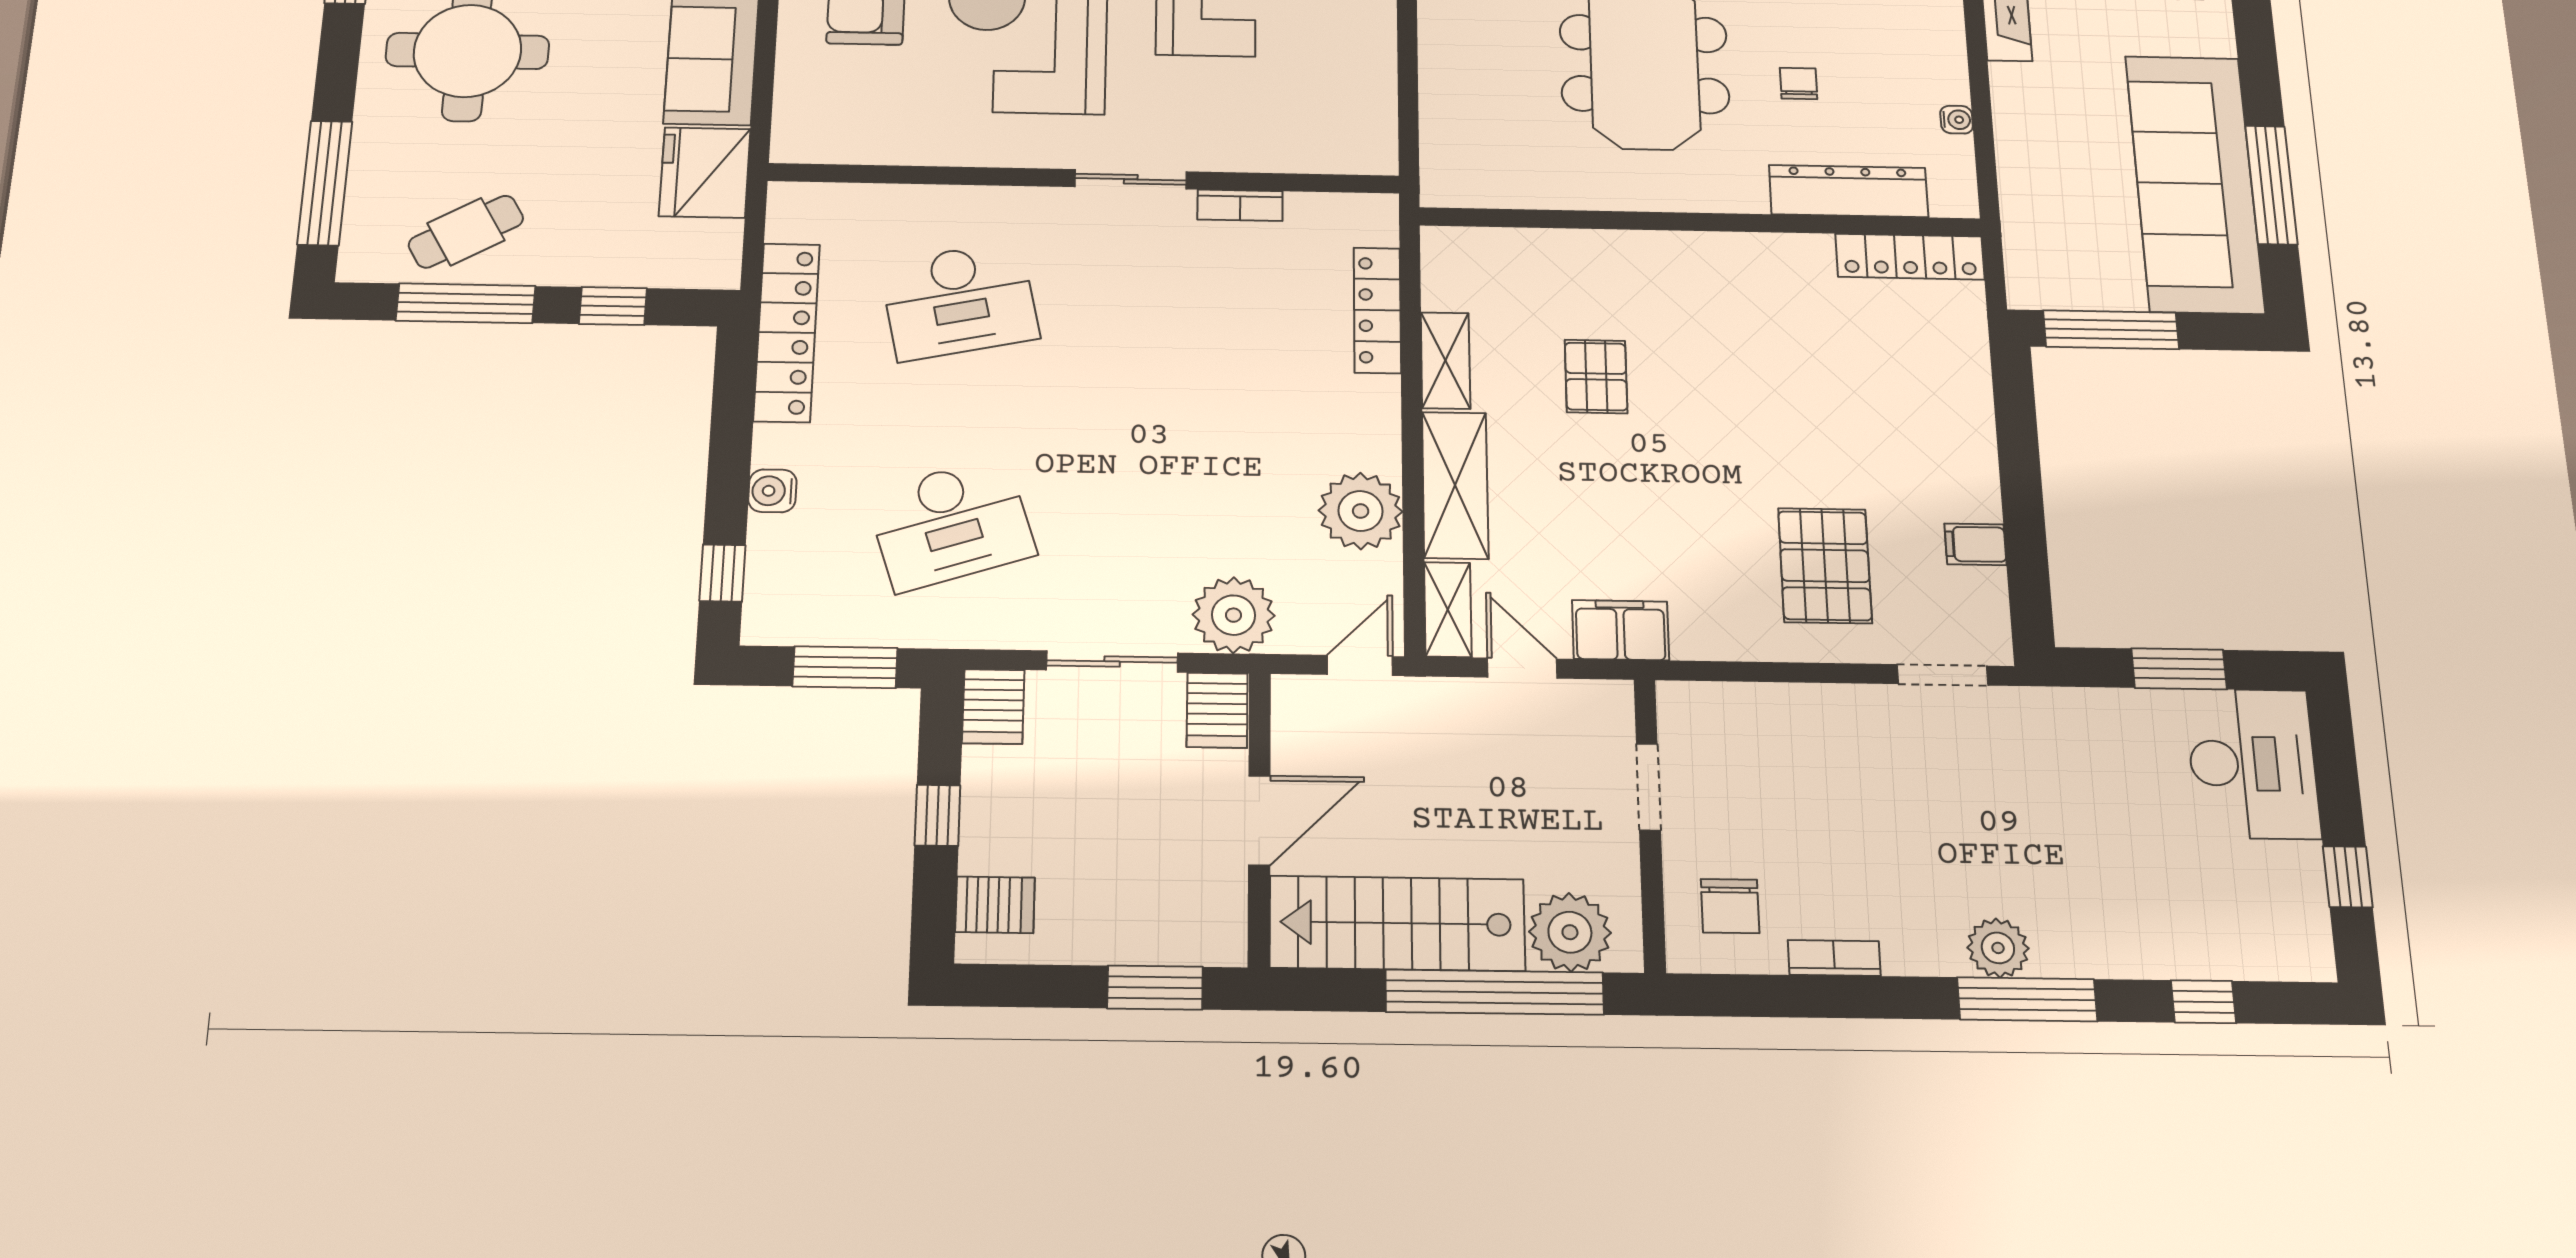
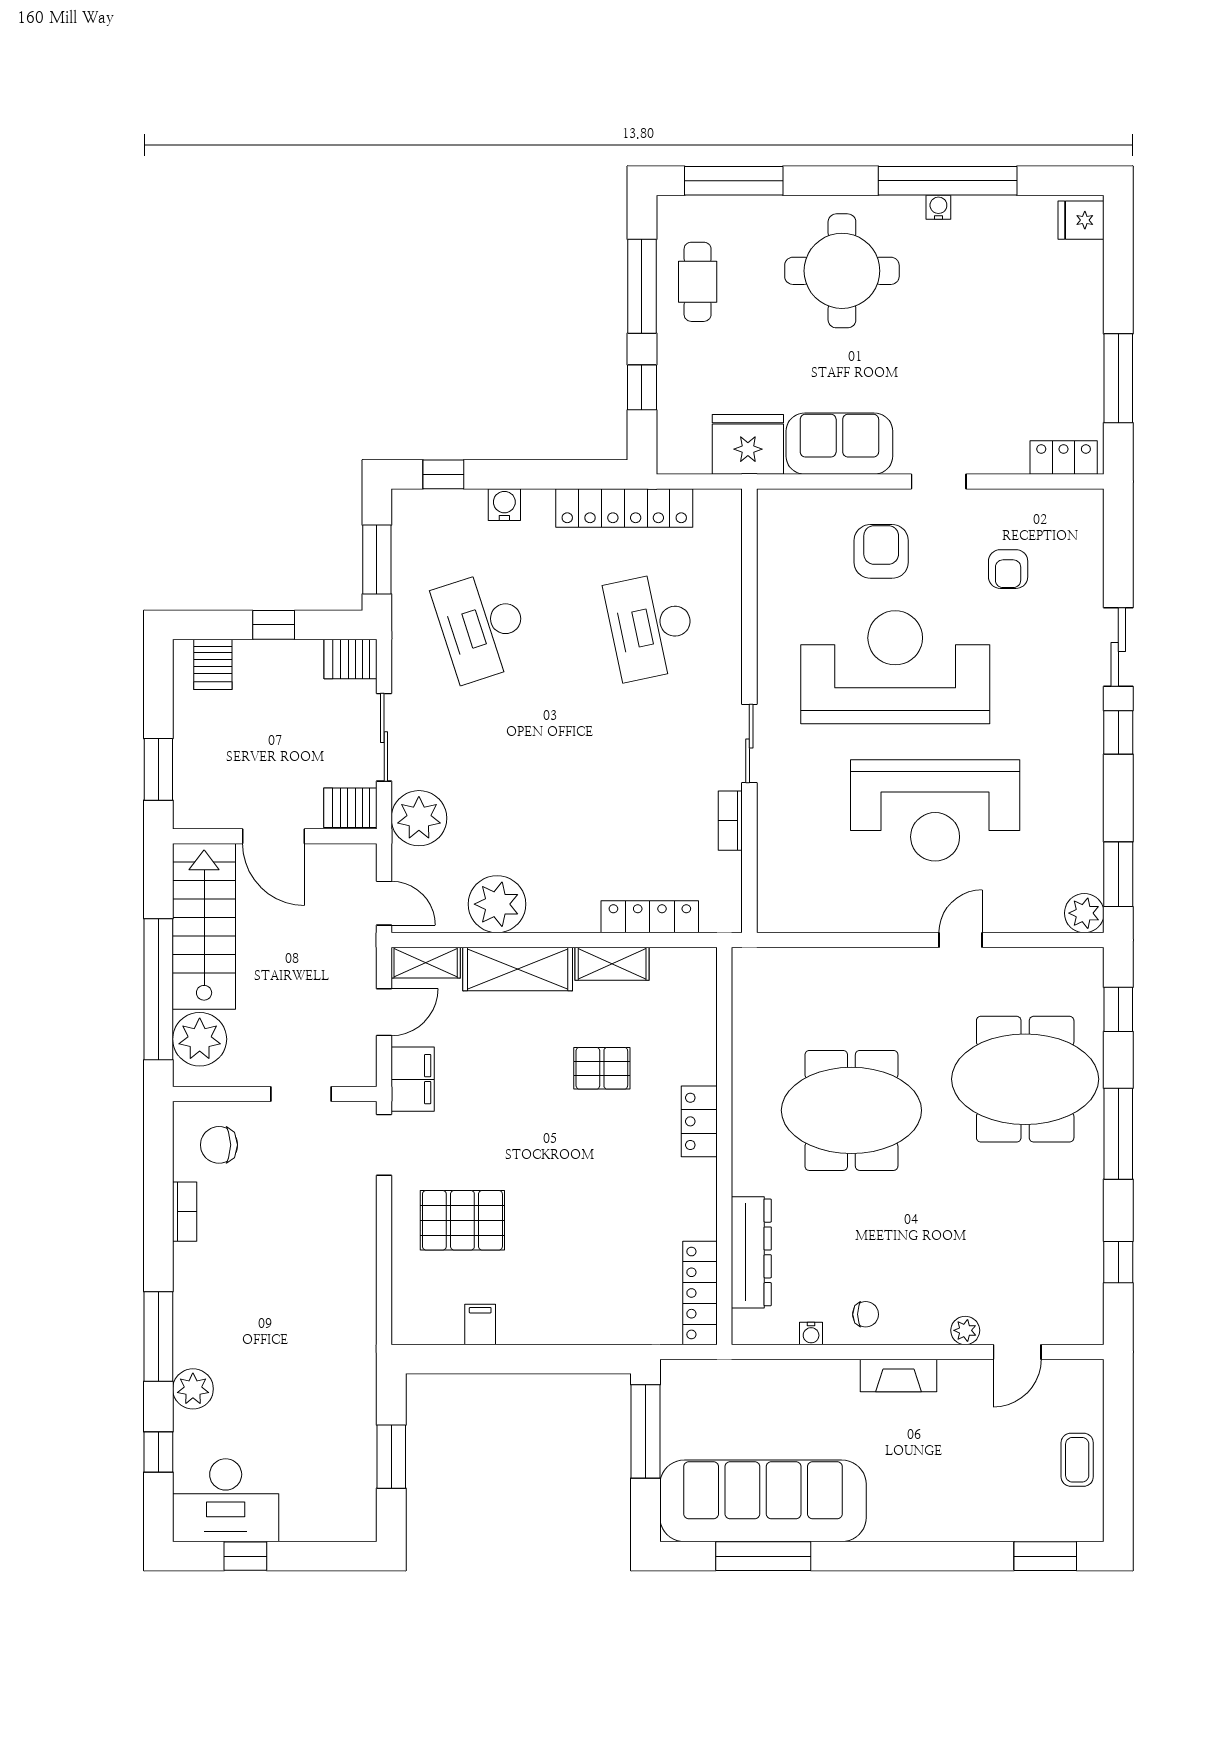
chair: (1799, 83) -> (866, 1314), moved
cafe table: (466, 232) -> (698, 282), turned 30
locker: (1667, 253) -> (699, 1121), added
doorway: (1942, 675) -> (384, 1145), moved
desk: (2253, 764) -> (226, 1500), moved
plant: (1998, 948) -> (193, 1389), moved

